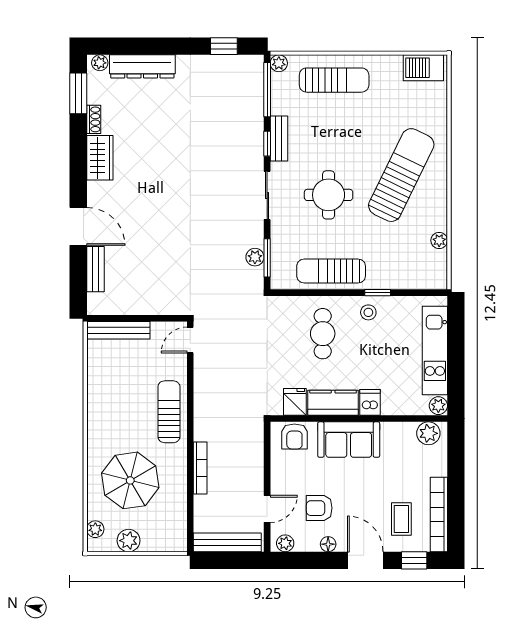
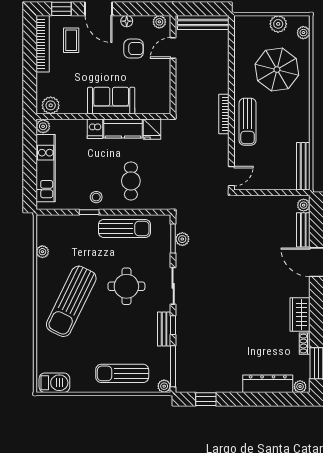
plant: (95, 302) -> (304, 205), added
bench: (118, 330) -> (303, 166), moved, turned 90
armchair: (294, 436) -> (152, 103), removed
bookcase: (200, 468) -> (224, 114), moved

